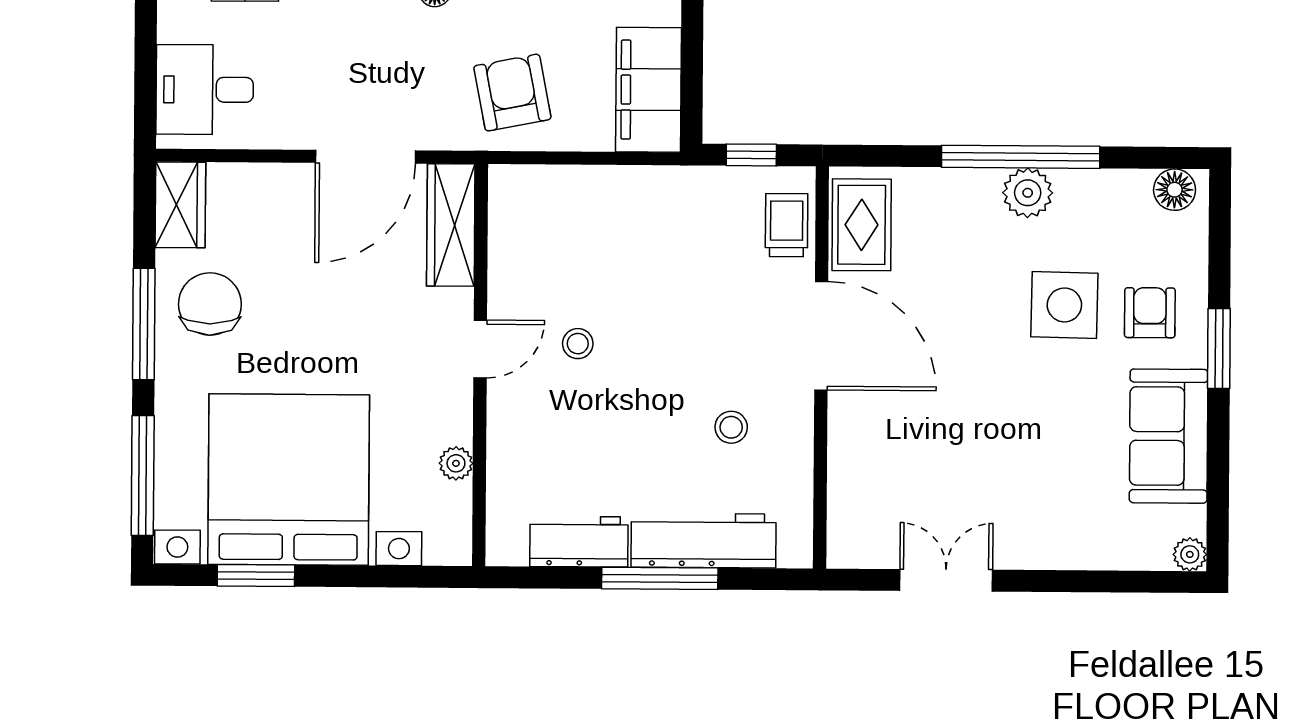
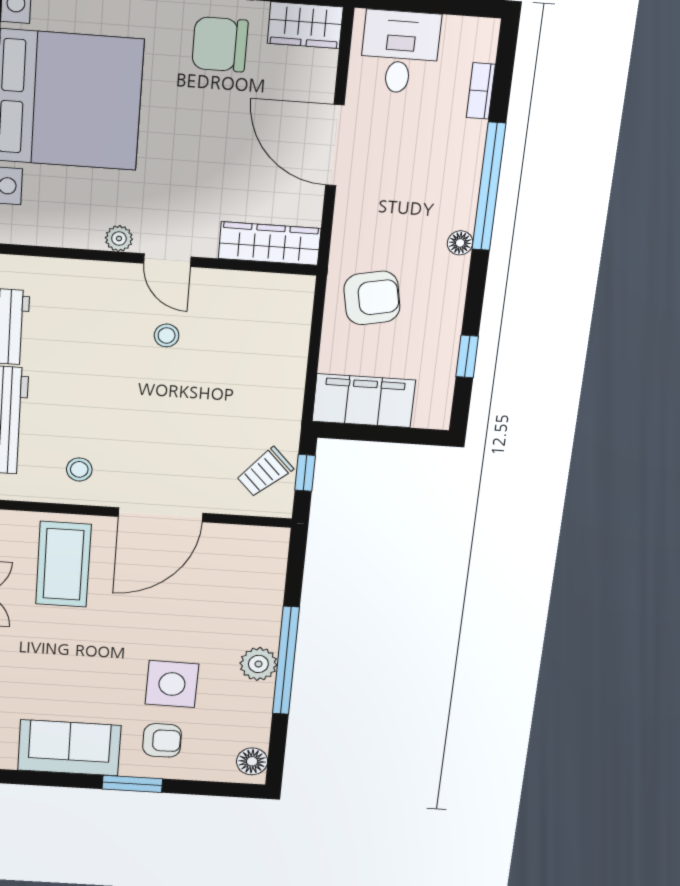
door: (365, 157) -> (335, 145), moved
trolley: (787, 225) -> (265, 472), moved, turned 136
rug: (862, 225) -> (244, 548), removed
chair: (210, 304) -> (220, 44), turned 180
stool: (731, 427) -> (79, 469), moved
coffee table: (899, 457) -> (63, 564), added
plant: (456, 463) -> (119, 238), moved

